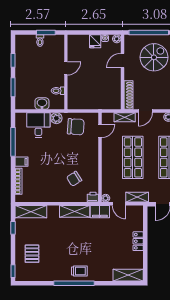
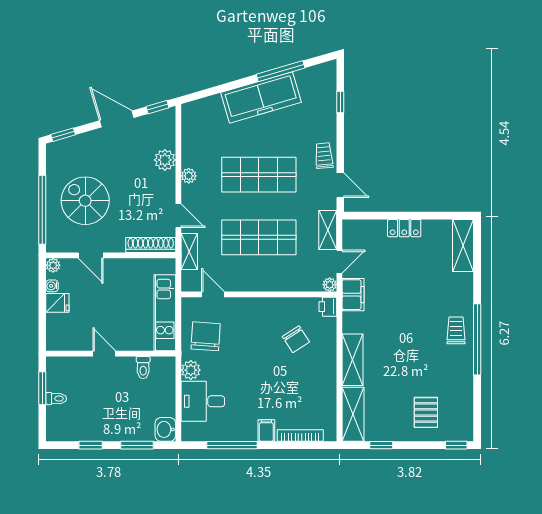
kitchen unit: (89, 103) -> (165, 313), added
washbasin: (42, 104) -> (165, 429), moved
shelving: (75, 211) -> (352, 360), moved
pallet: (32, 254) -> (426, 412), turned 90

